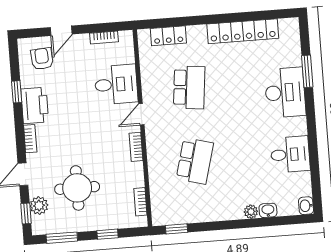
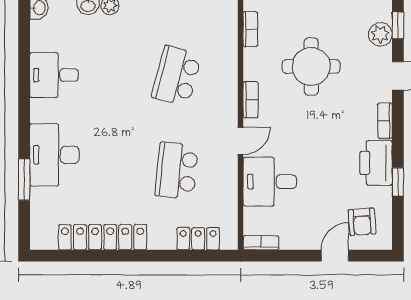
bookcase: (104, 37) -> (261, 243), moved
round table: (77, 188) -> (311, 66), moved

